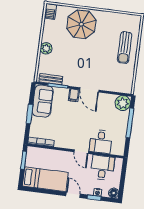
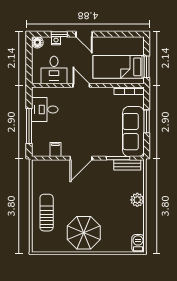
parasol: (81, 24) -> (84, 233), moved
door: (89, 90) -> (81, 158), swing flipped
filing cabinet: (74, 95) -> (55, 150), moved
sofa: (43, 101) -> (133, 132), width x1.36
plant: (123, 103) -> (40, 148), removed
desk: (101, 142) -> (45, 109), moved, turned -90
bed: (45, 179) -> (119, 67), moved

